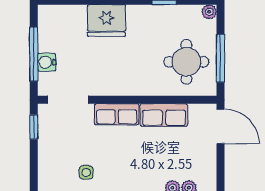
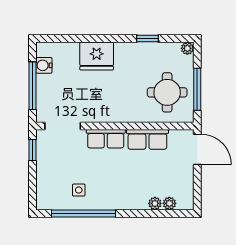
water cooler: (47, 62) -> (44, 65), moved

